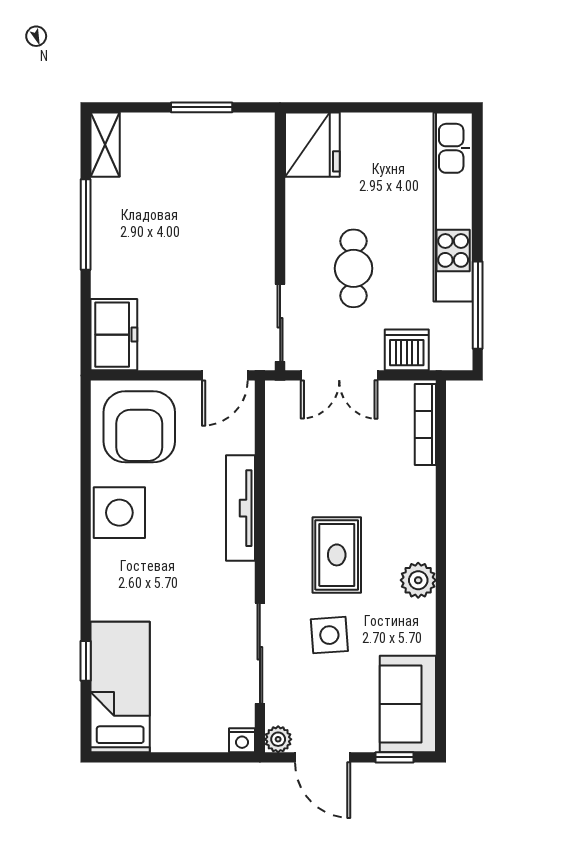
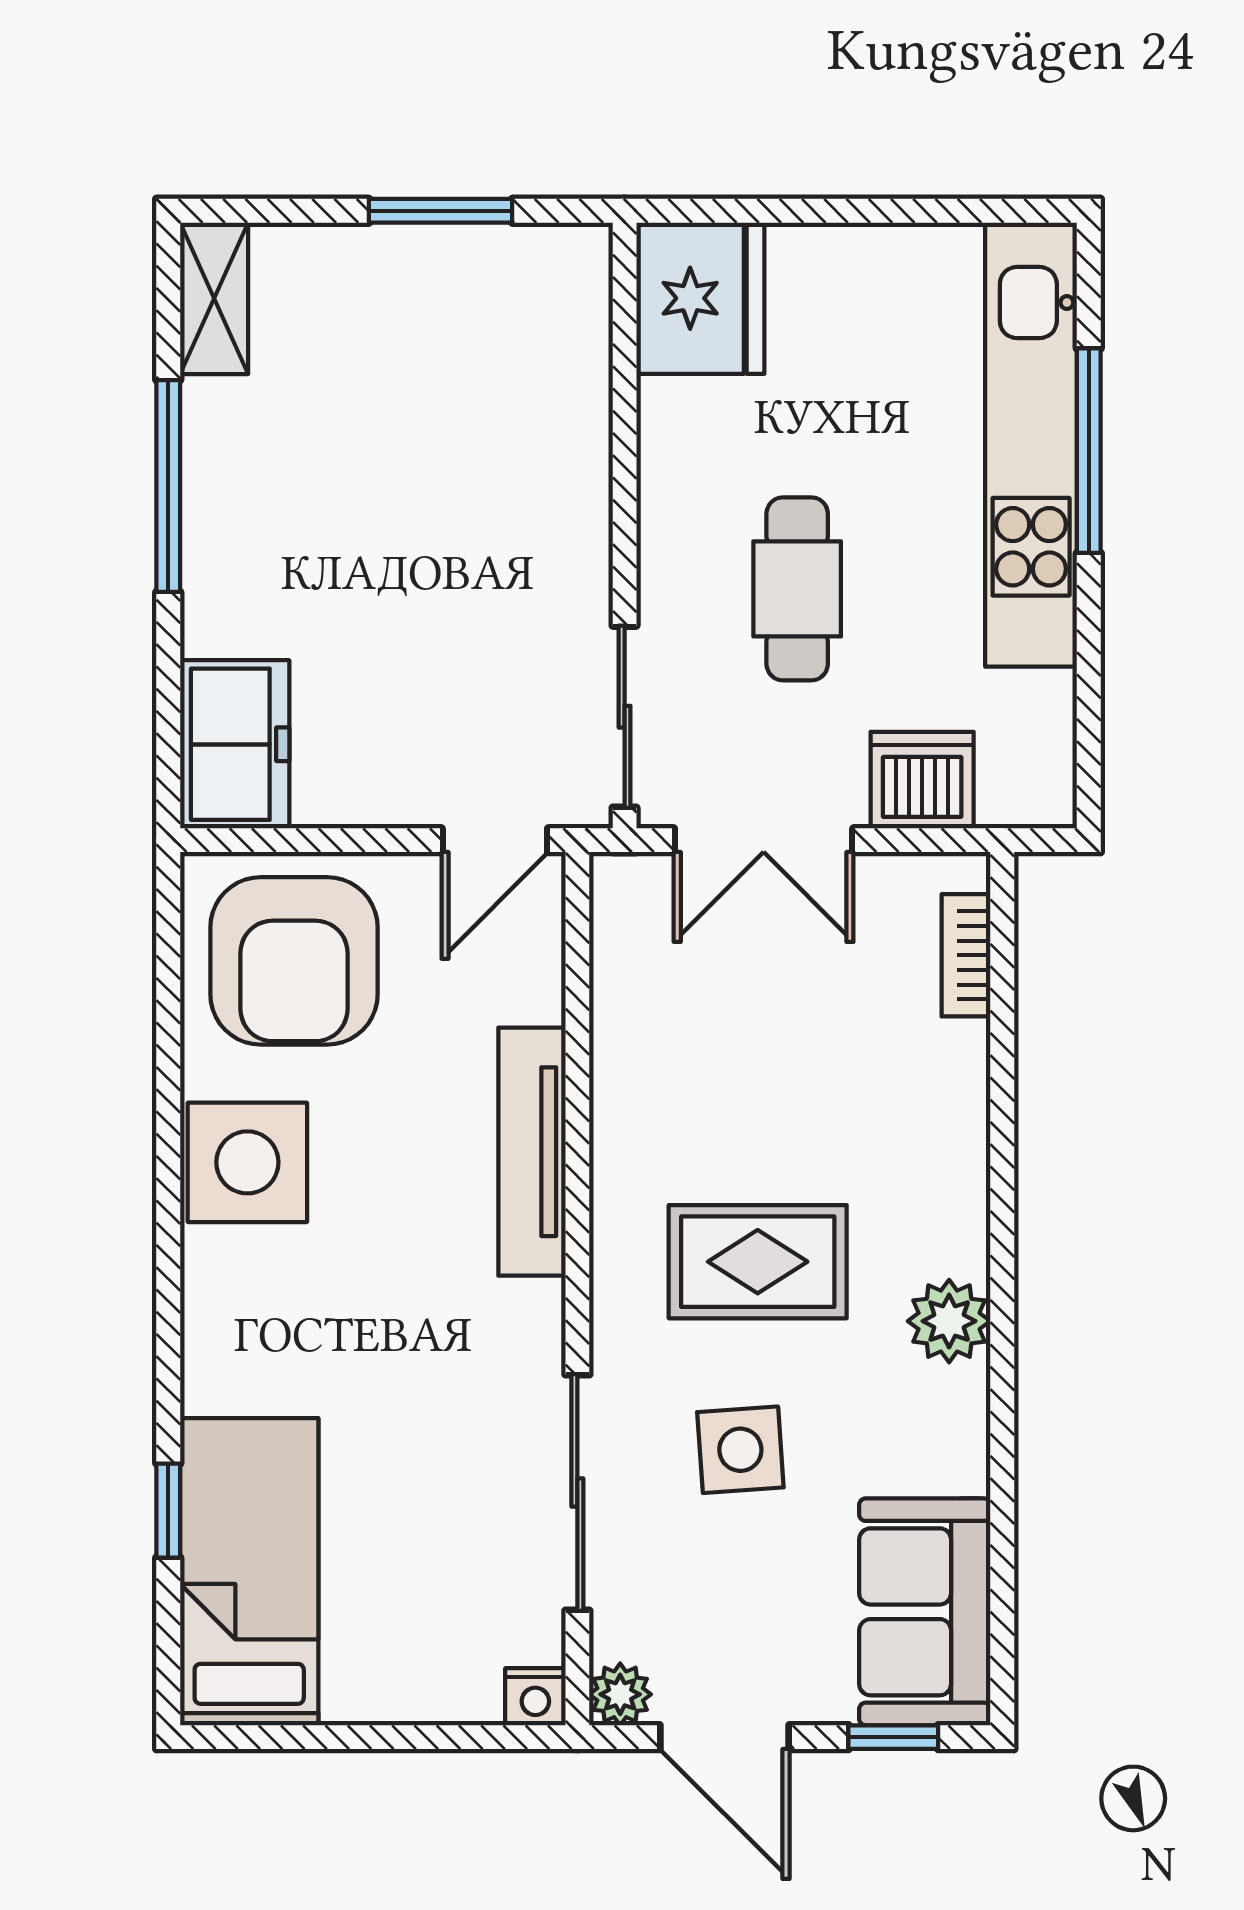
window: (478, 305) -> (1089, 451), moved
bookcase: (425, 424) -> (966, 955), width x0.64
rug: (337, 555) -> (758, 1262), turned 90

